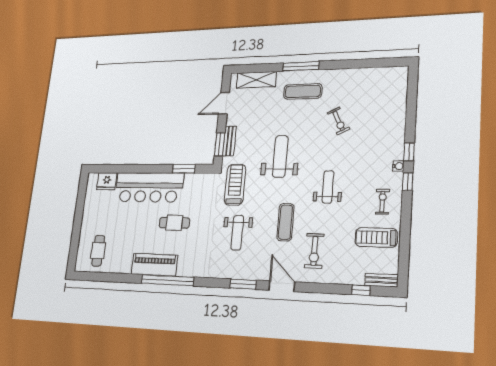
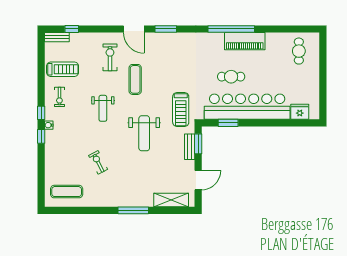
exercise mat: (303, 91) -> (67, 192), moved
bar counter: (149, 187) -> (247, 107), width x1.36
weight bench: (237, 233) -> (175, 70), removed

